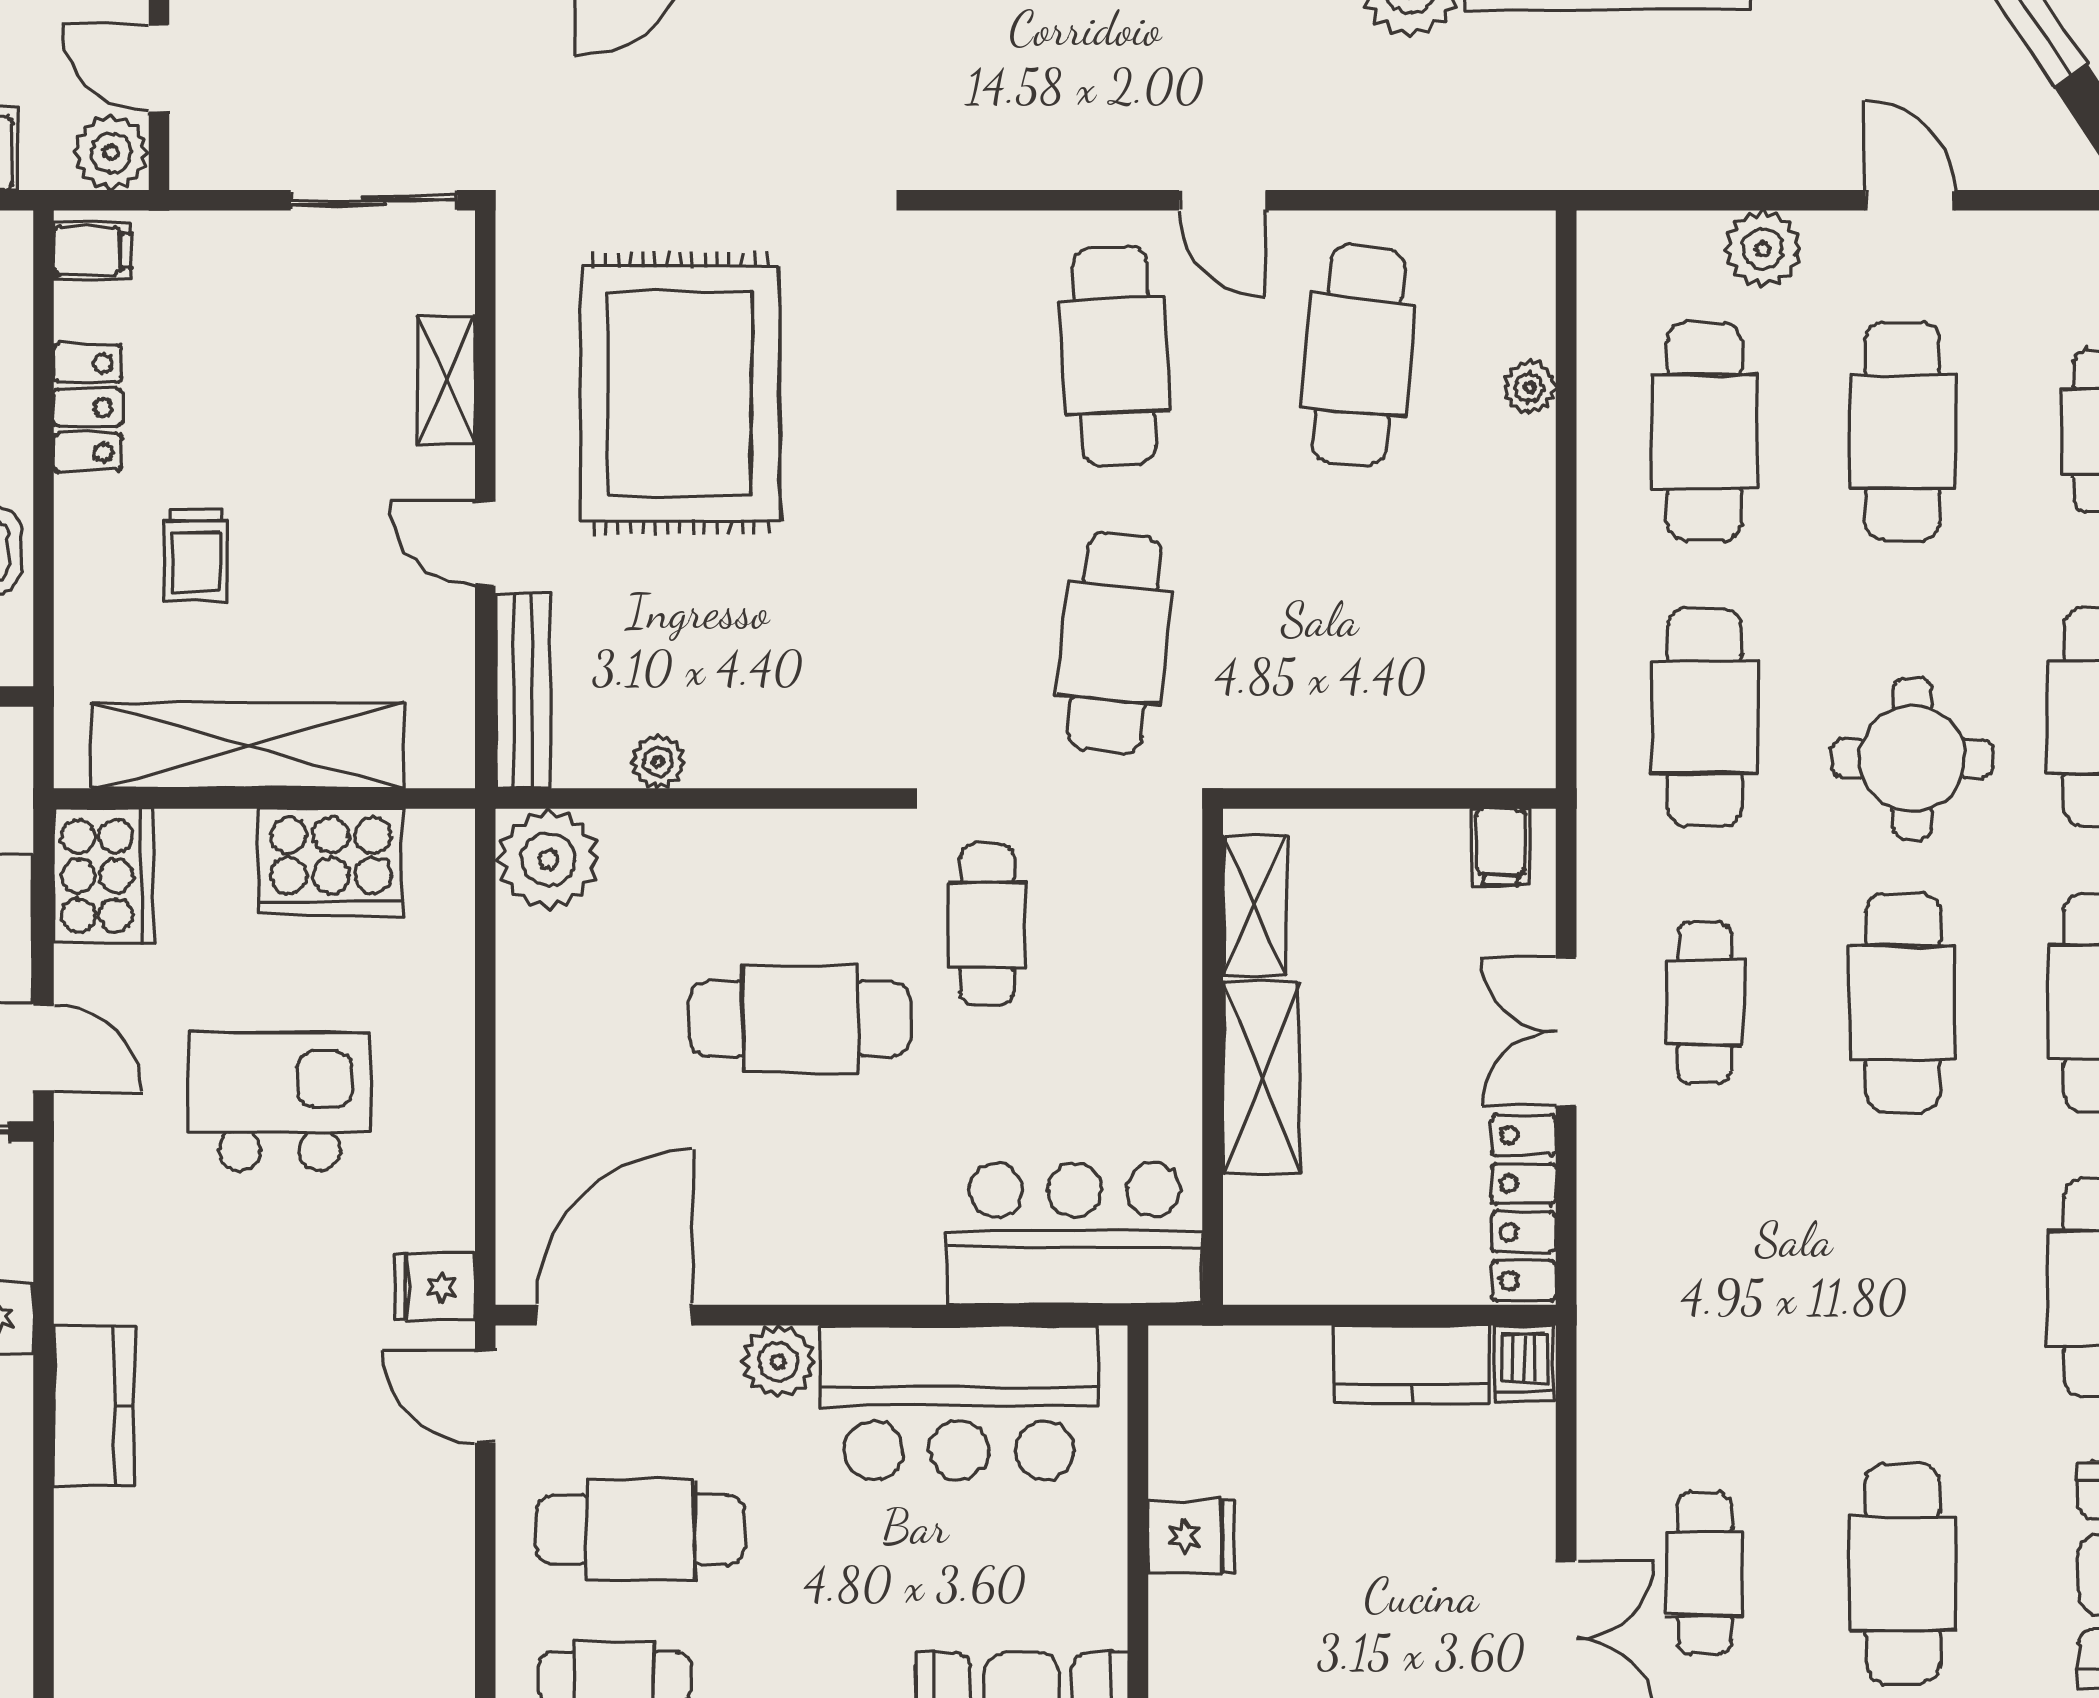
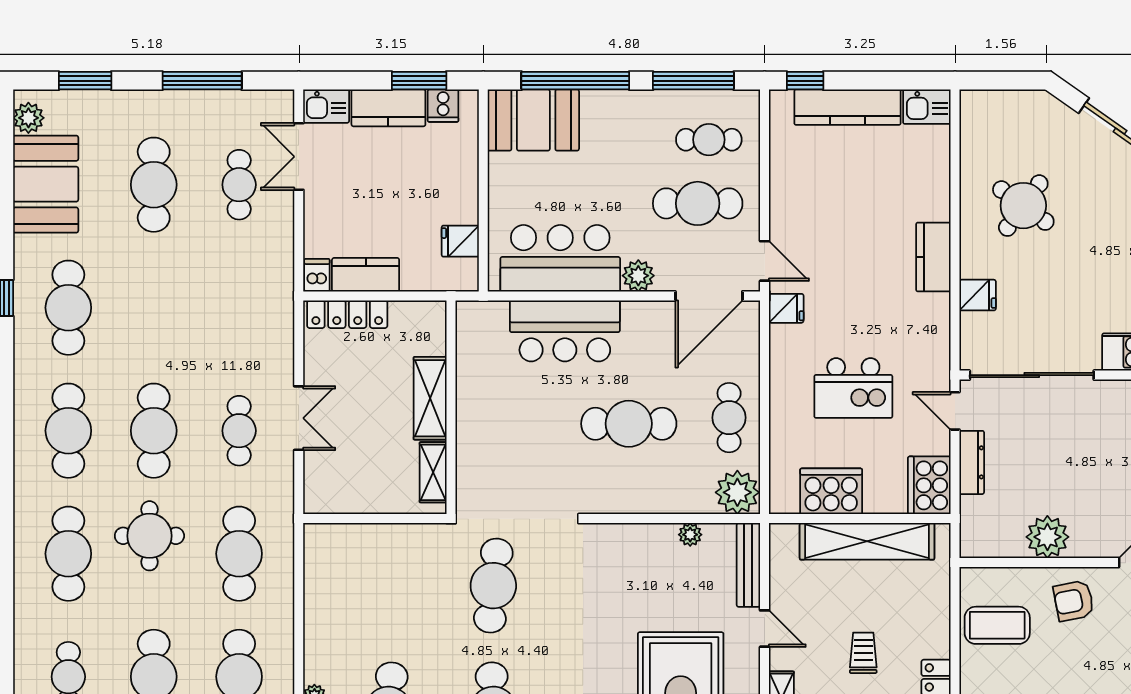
trolley: (196, 555) -> (863, 653), moved
filing cabinet: (1501, 847) -> (327, 498), removed
cafe table: (987, 925) -> (729, 418), moved
locker: (1524, 1208) -> (347, 314), moved, turned 90
bar counter: (1075, 1234) -> (565, 331), moved
fridge: (1191, 1536) -> (460, 241), moved

